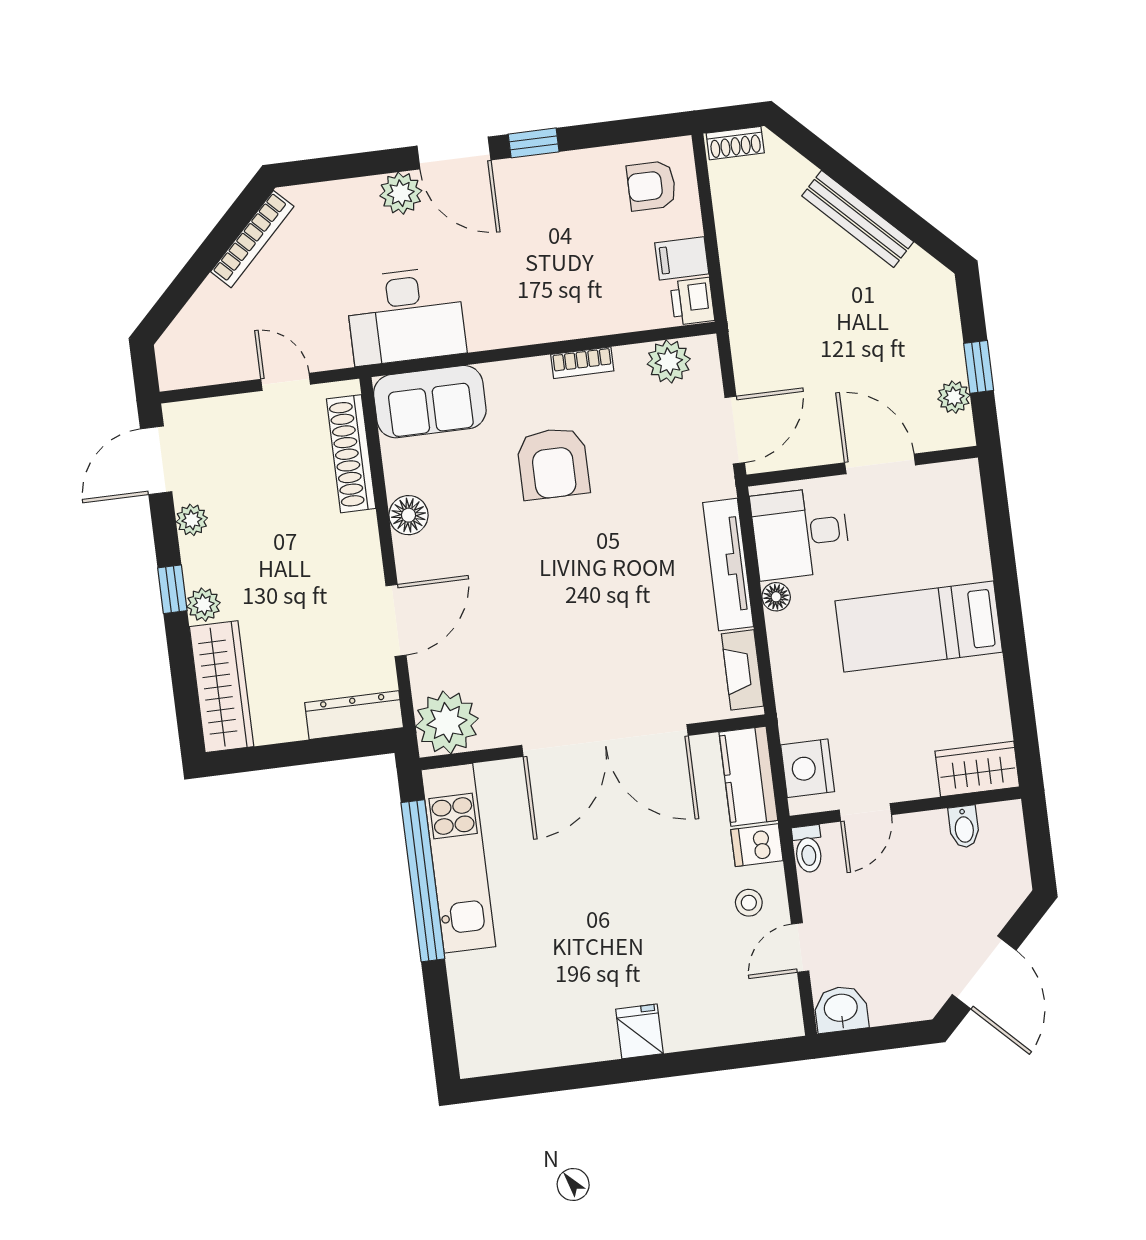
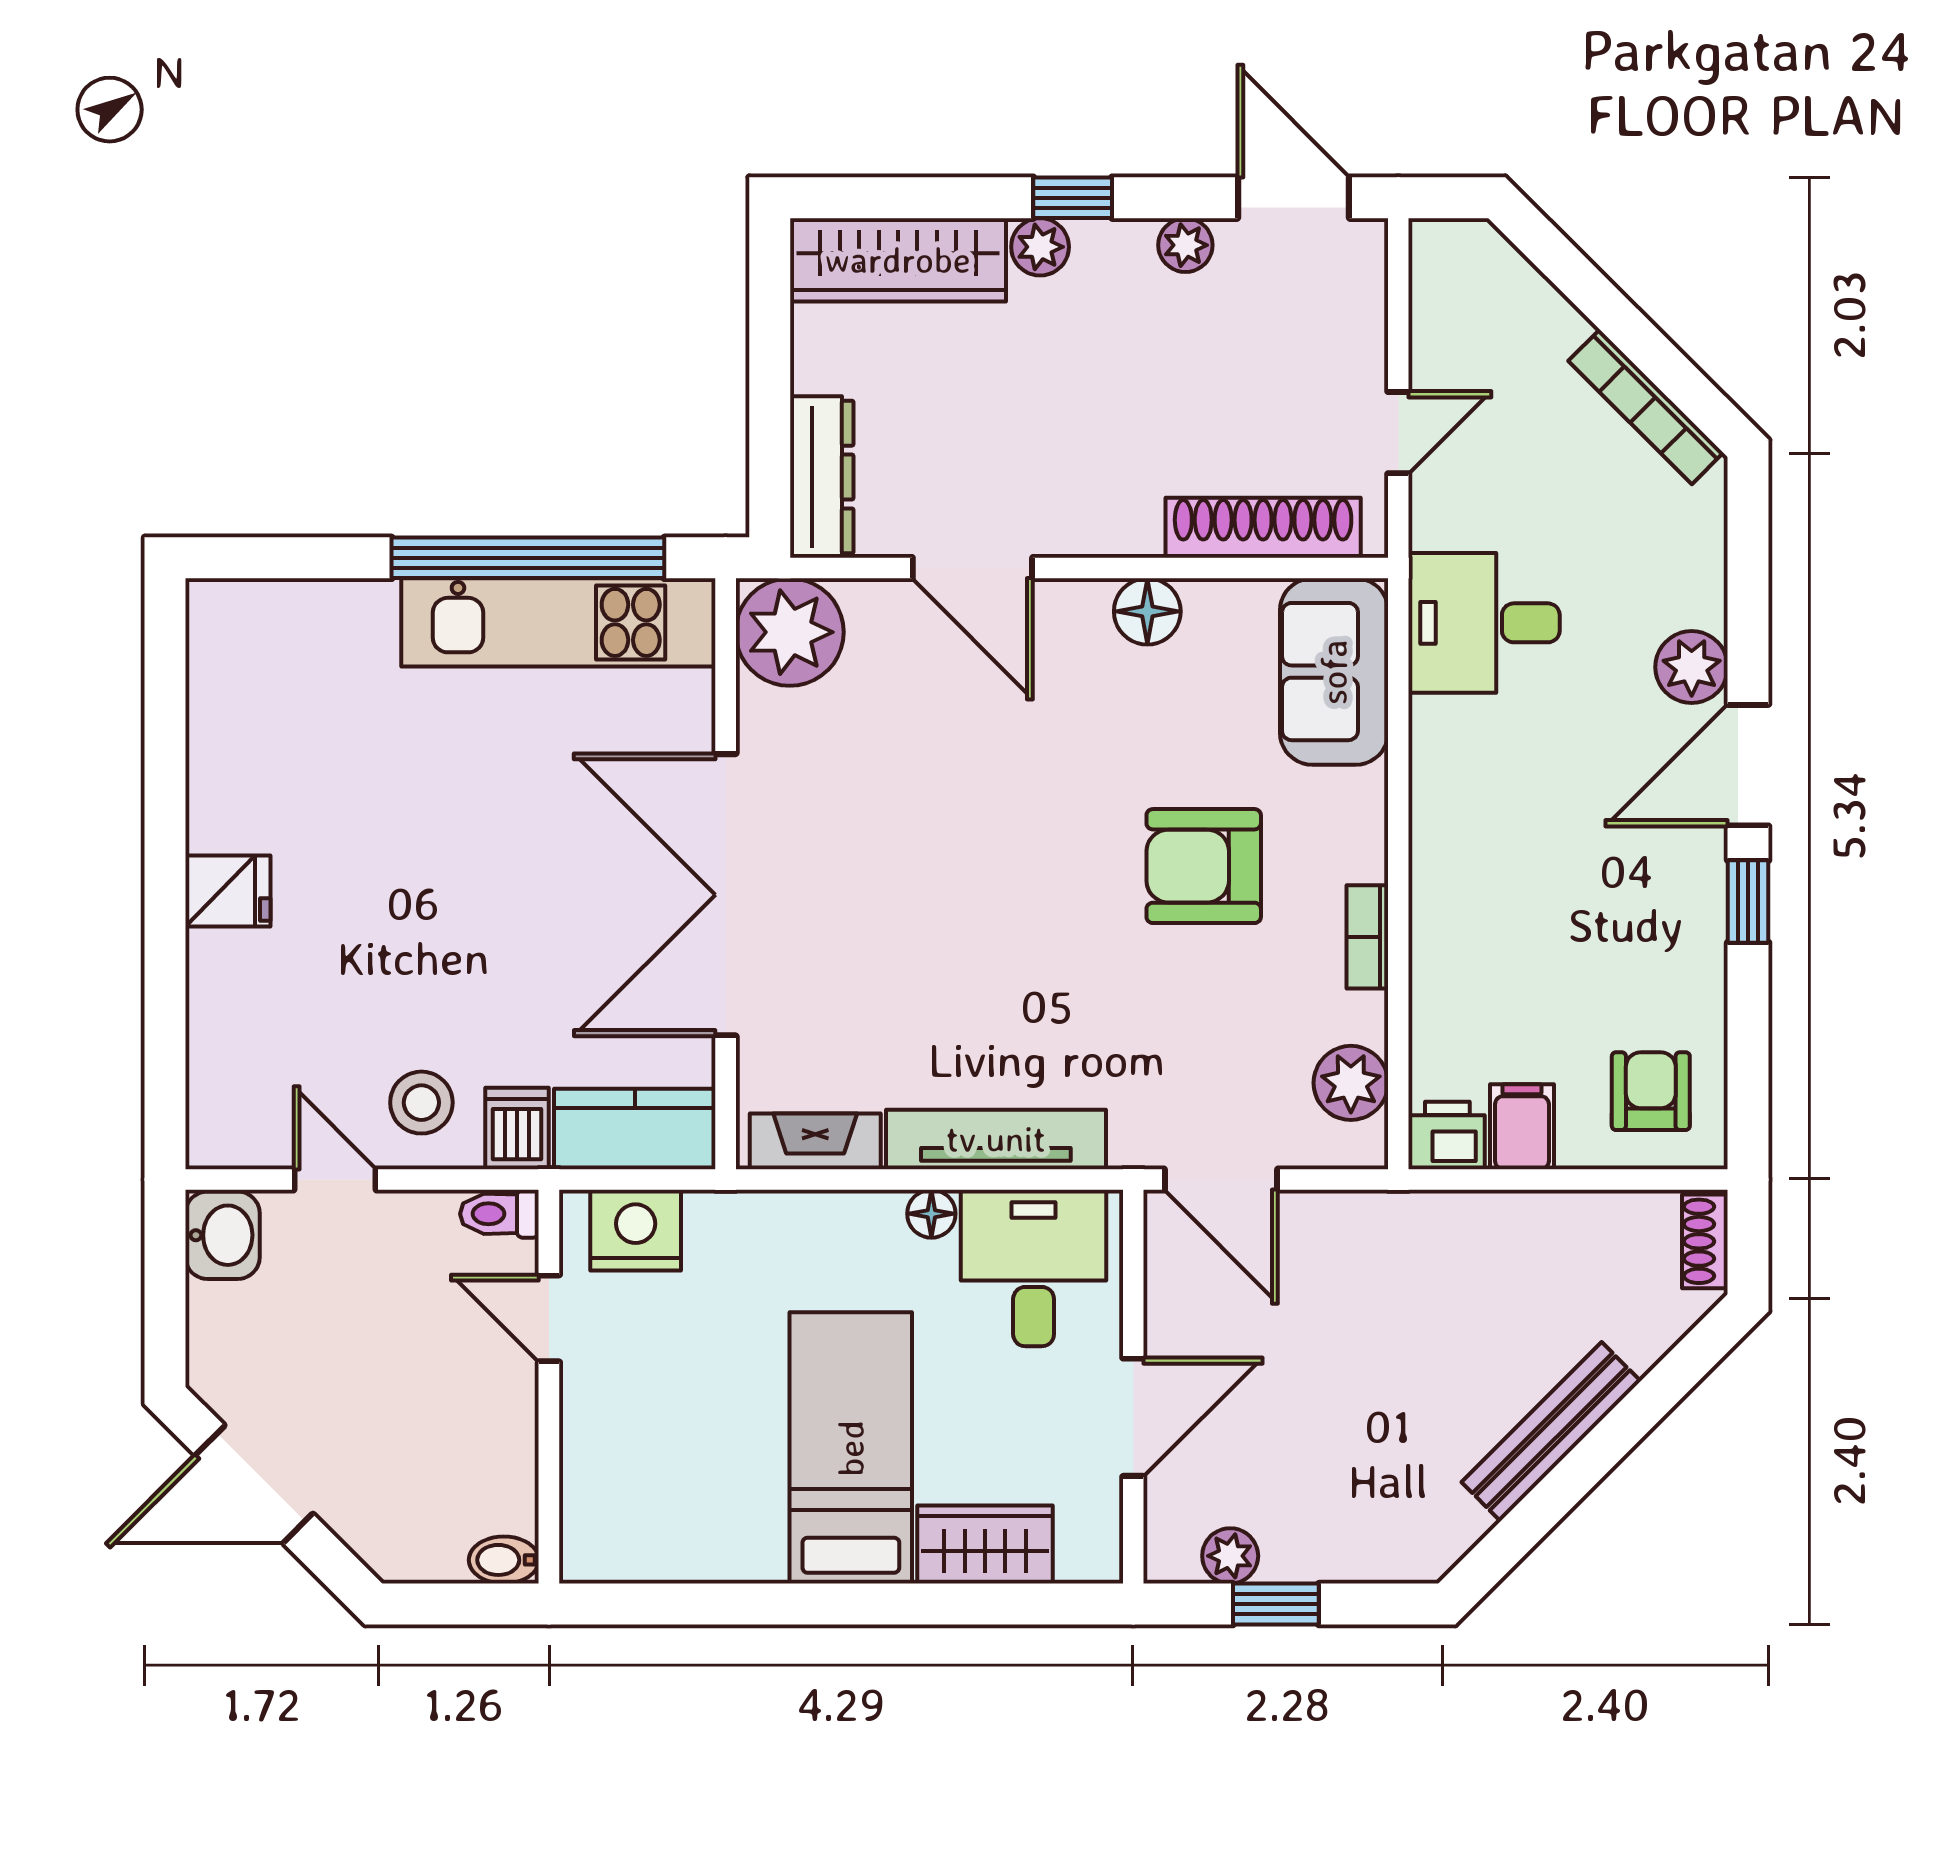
desk: (406, 316) -> (1484, 623), width x0.73
wardrobe: (977, 769) -> (985, 1544), moved, turned -90
bidet: (964, 827) -> (504, 1560), moved
stool: (749, 903) -> (421, 1103), width x1.37, depth x1.37

